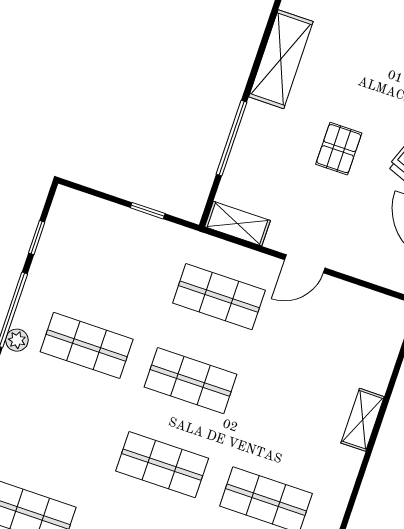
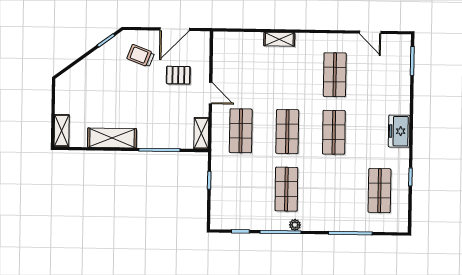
pallet: (339, 149) -> (178, 75), moved

